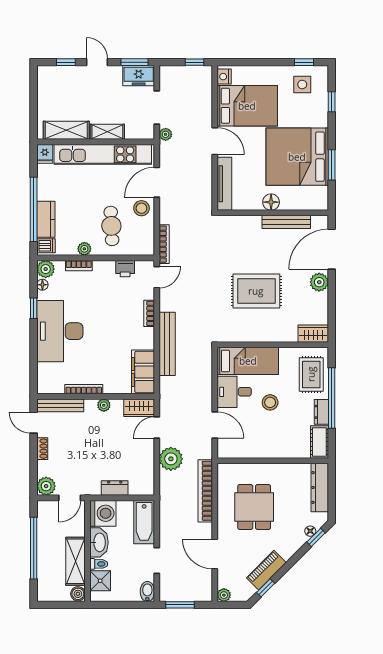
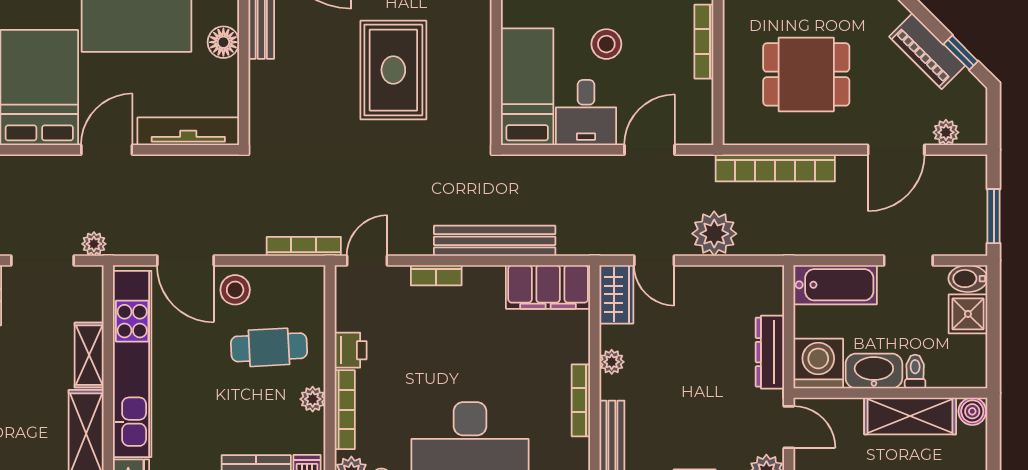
bookcase: (79, 266) -> (345, 410), width x1.56
printer: (125, 269) -> (351, 350), moved
door: (157, 277) -> (367, 260), hinge flipped
bookcase: (271, 453) -> (704, 42), added
dresser: (115, 488) -> (770, 352), width x1.44
shower: (100, 581) -> (968, 314), moved
plant: (224, 595) -> (946, 132), moved

